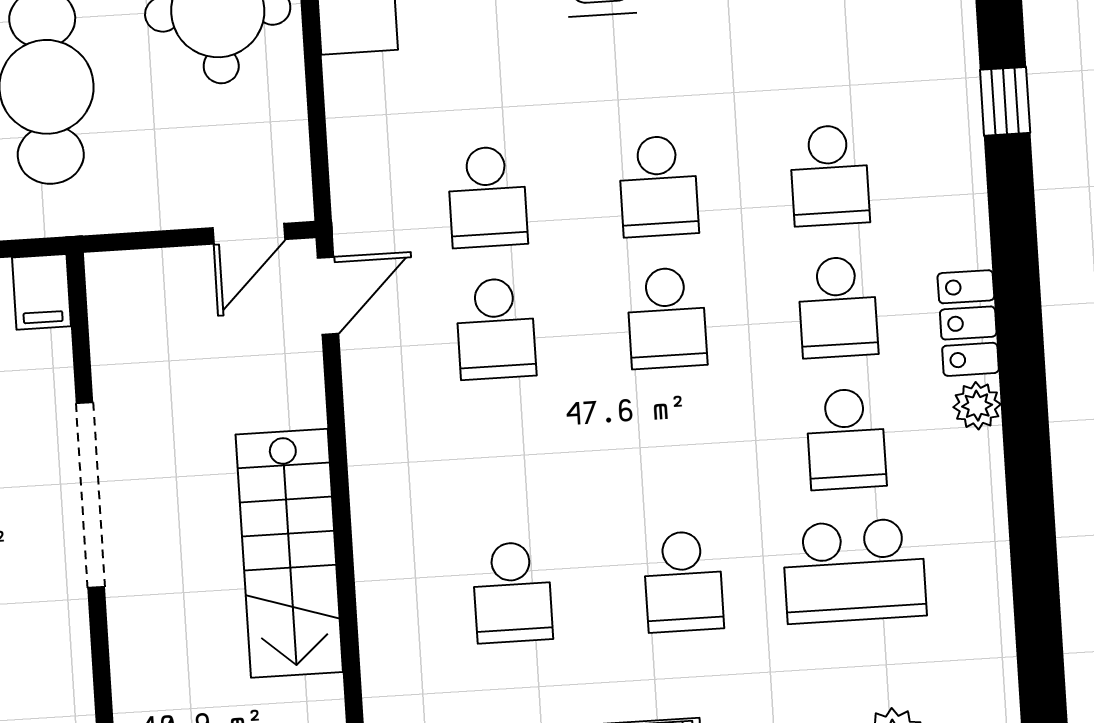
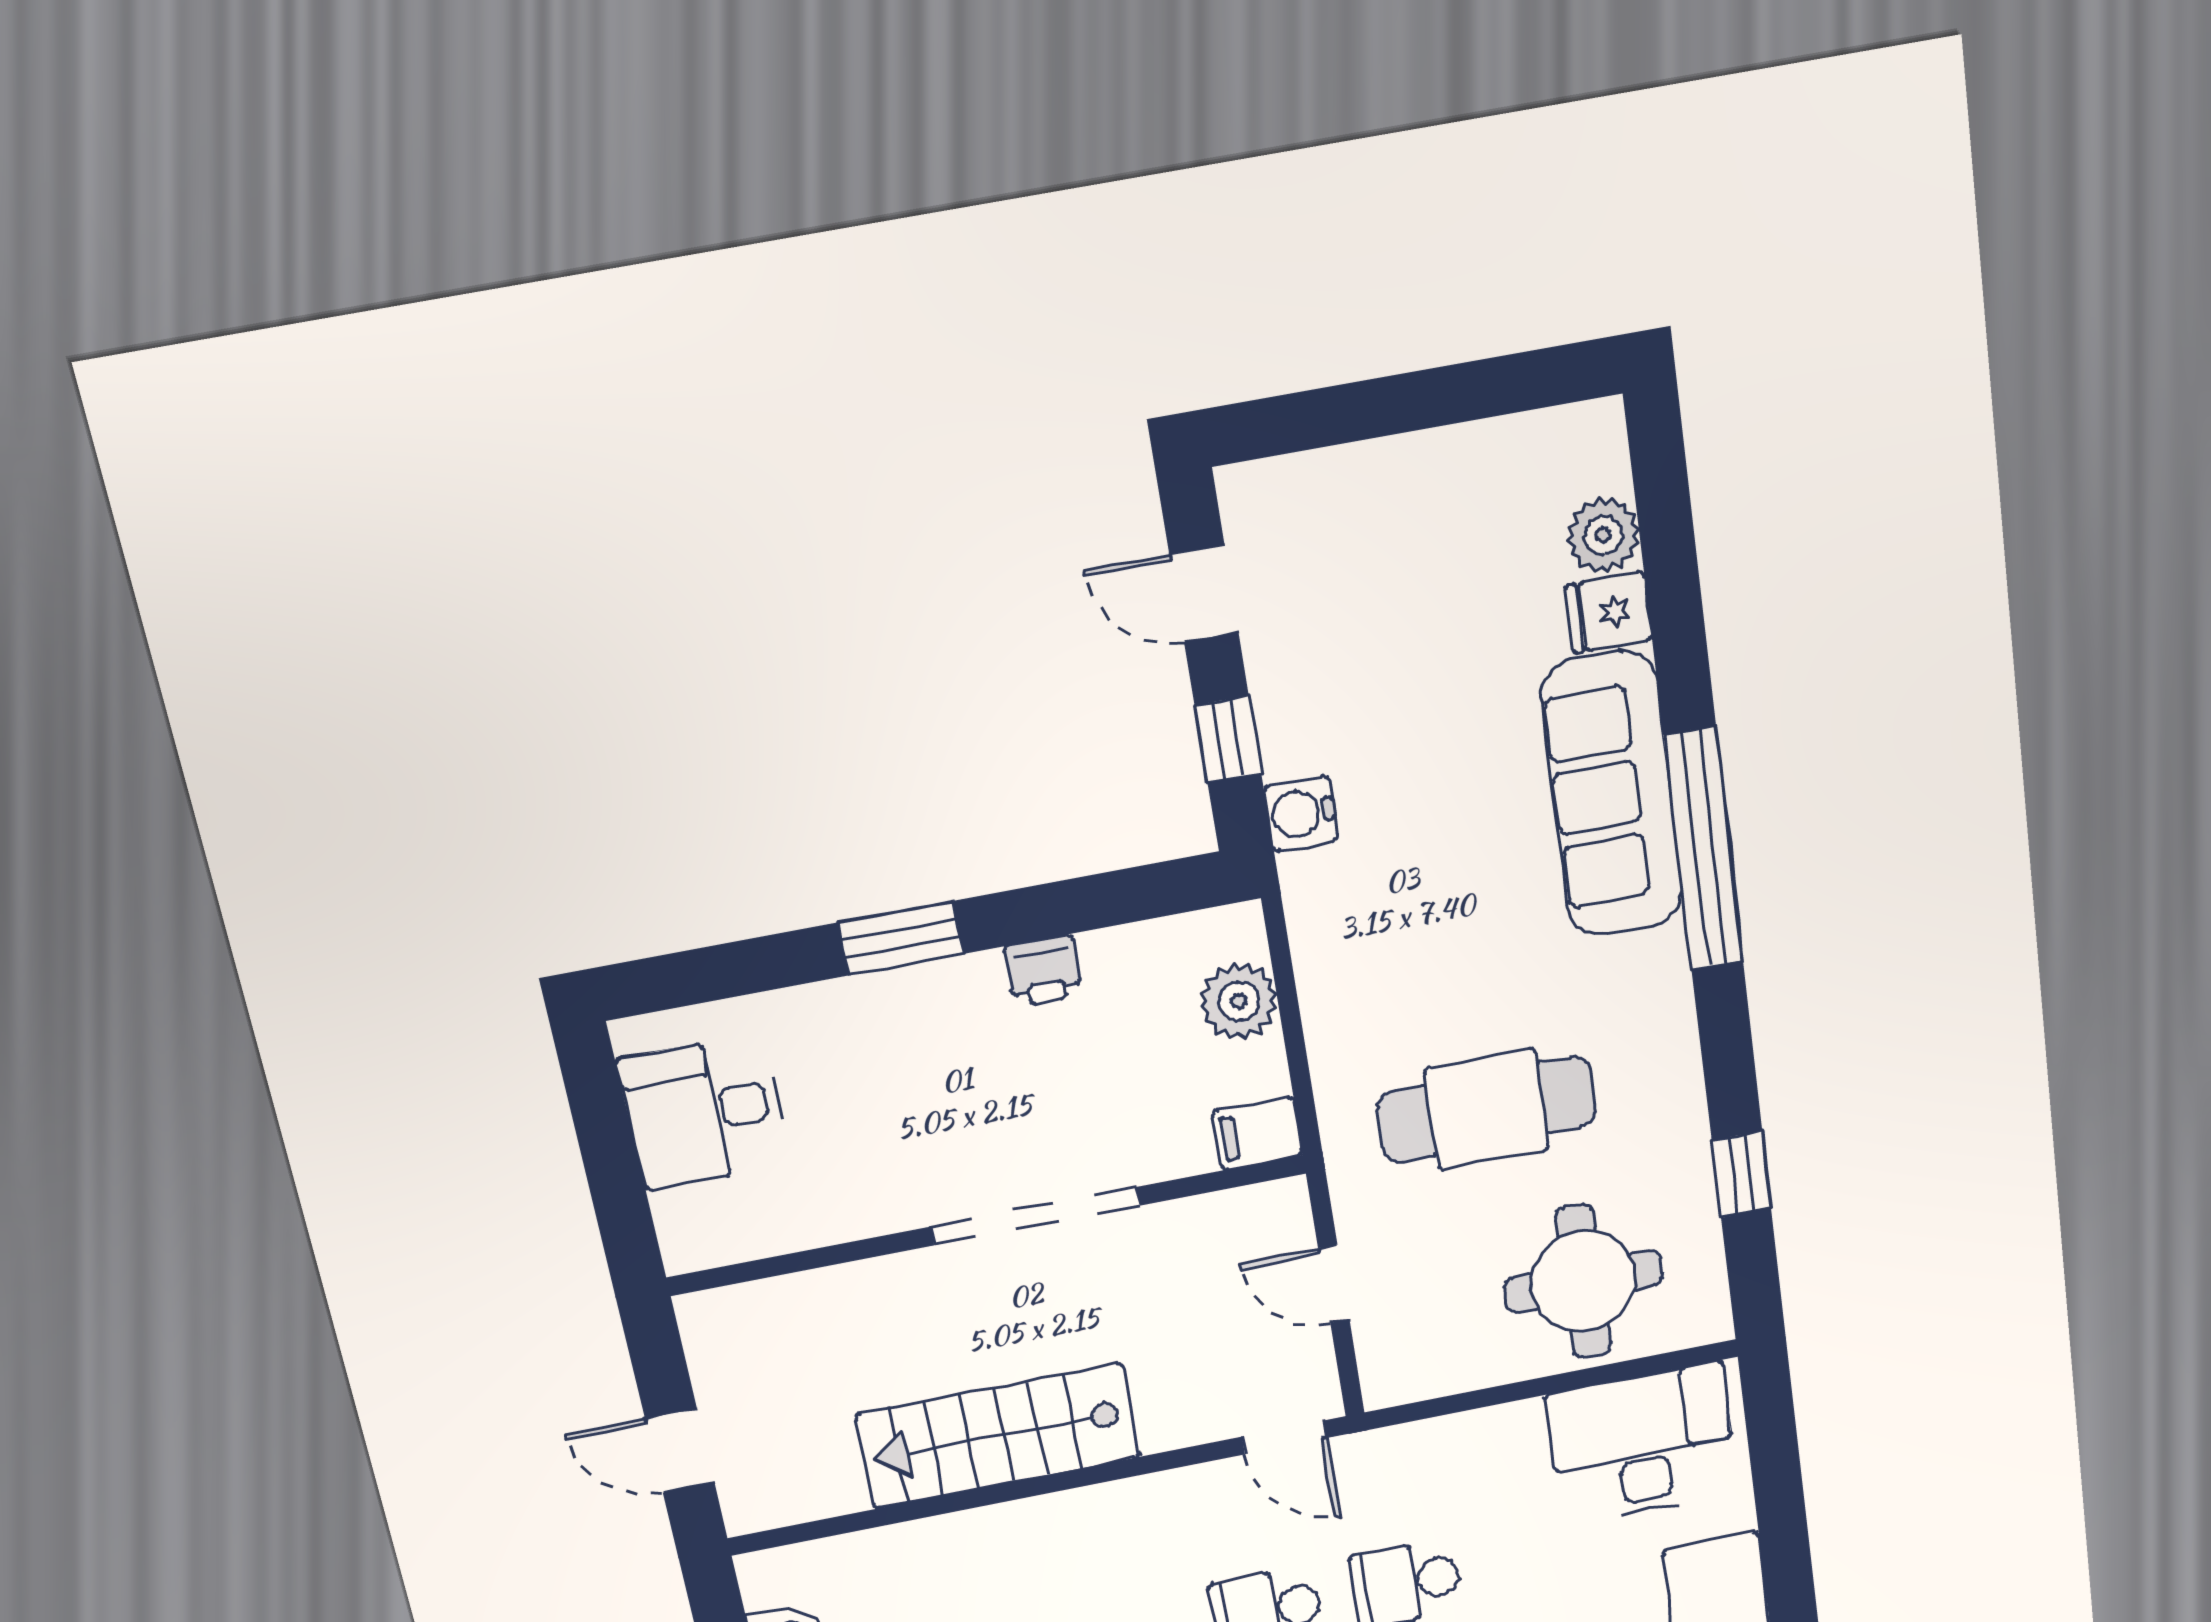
door: (249, 234) -> (1334, 1284), moved

